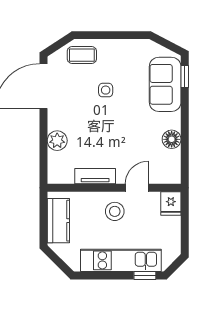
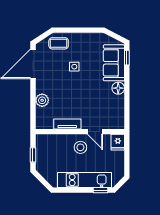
floor lamp: (172, 139) -> (118, 88), moved
door: (137, 188) -> (95, 132), swing flipped
kitchen counter: (58, 221) -> (43, 154), removed
window: (43, 223) -> (33, 155), added

